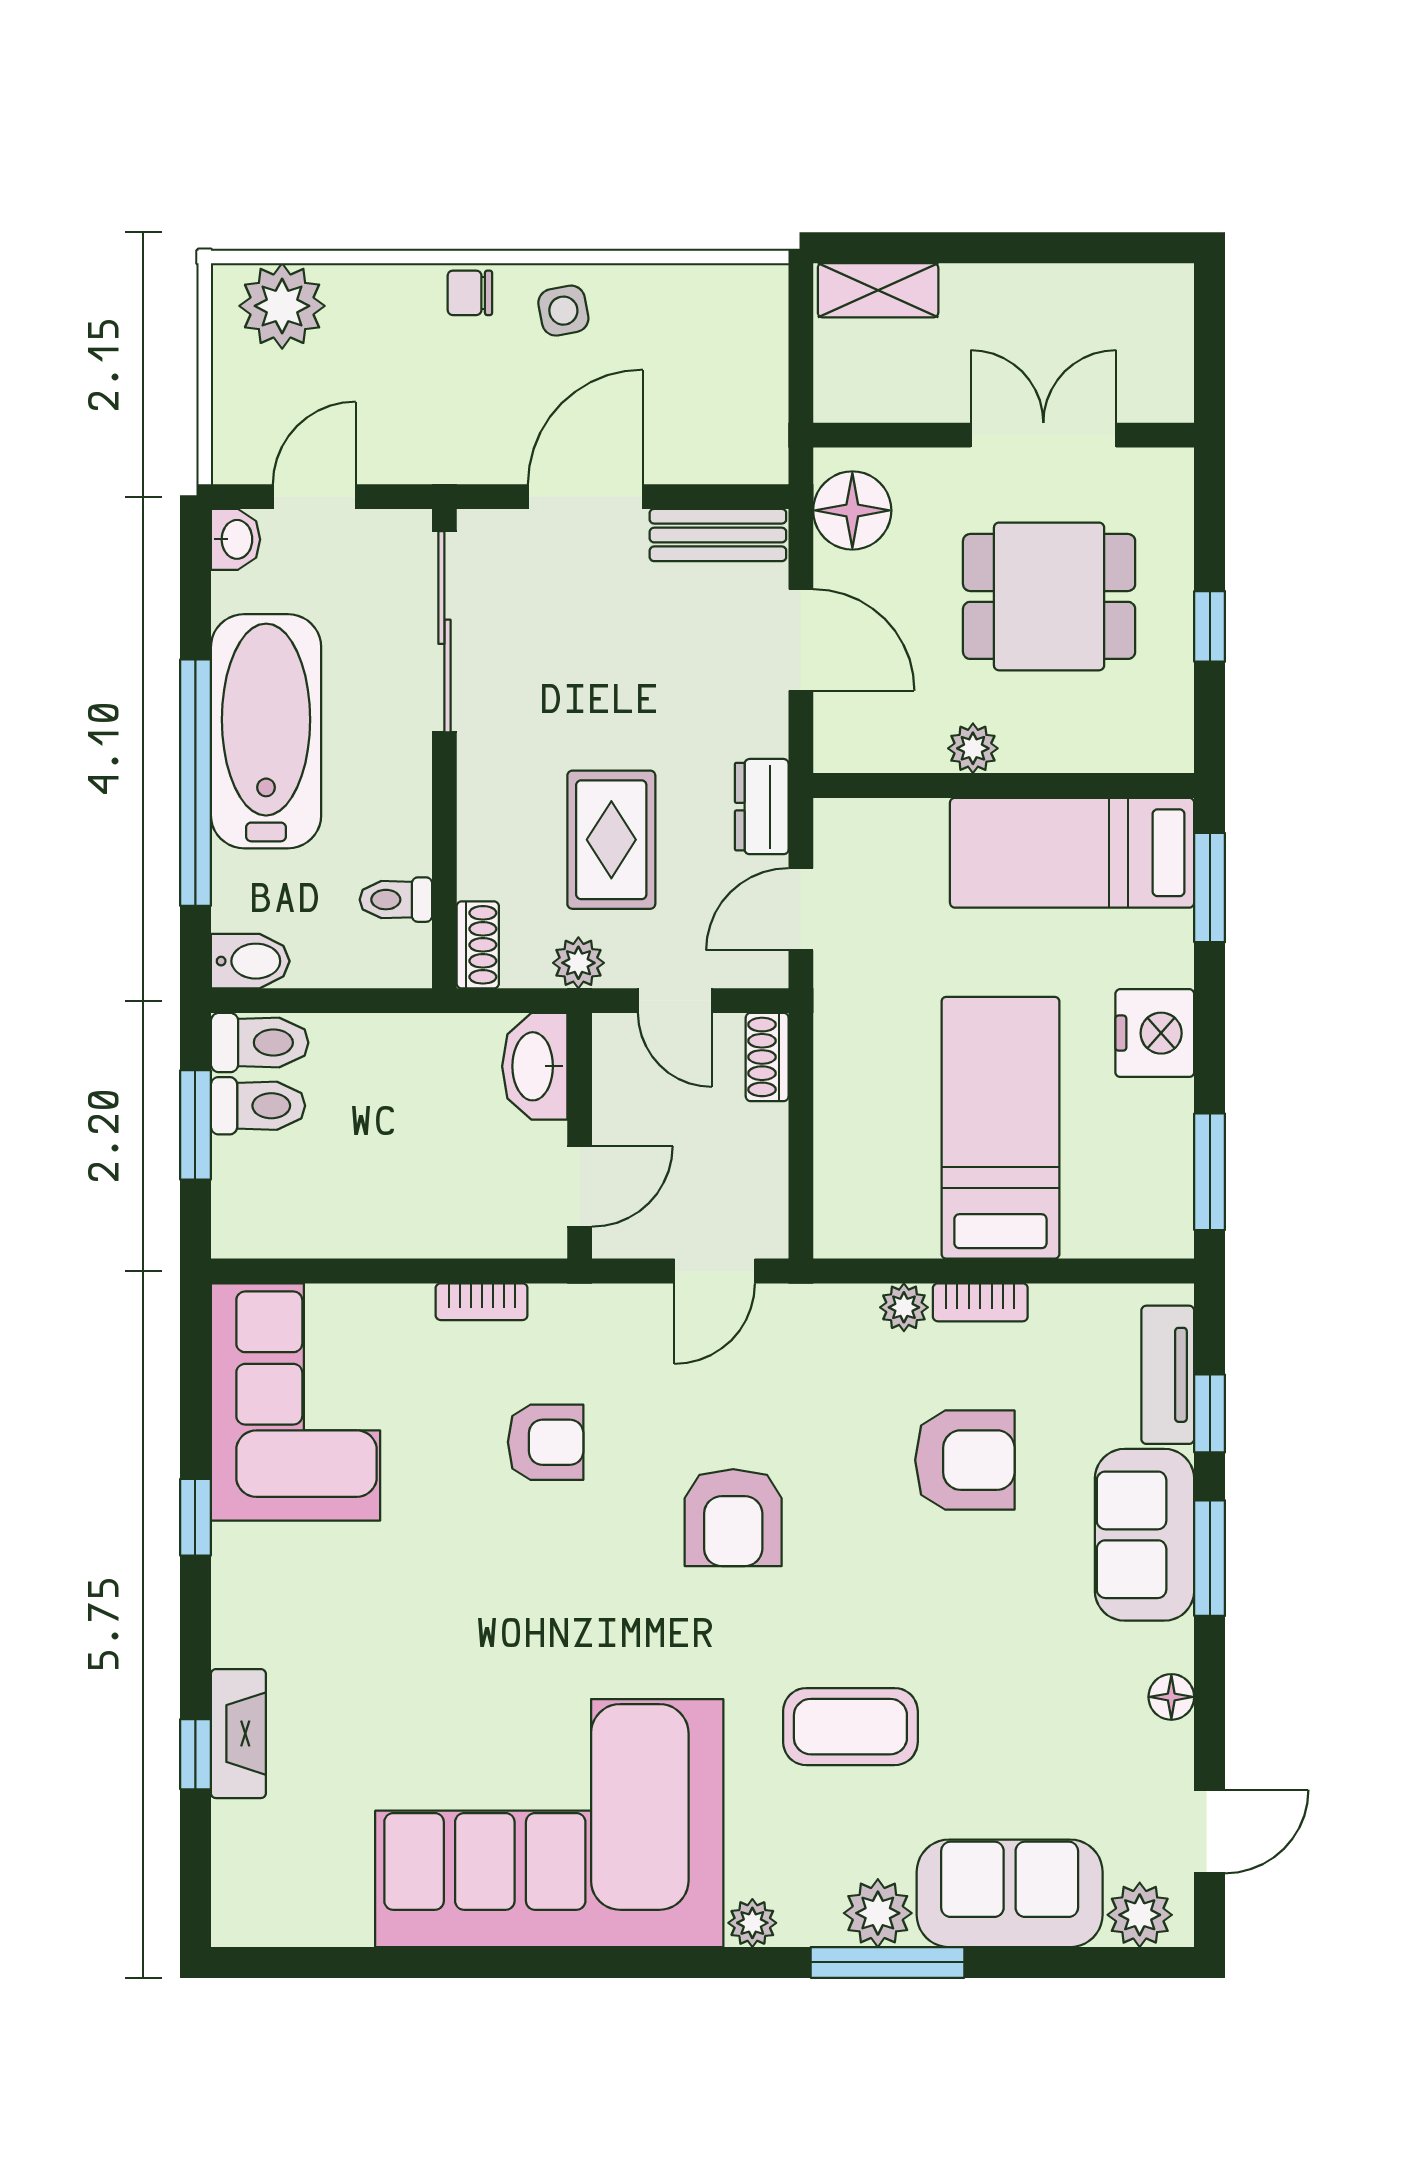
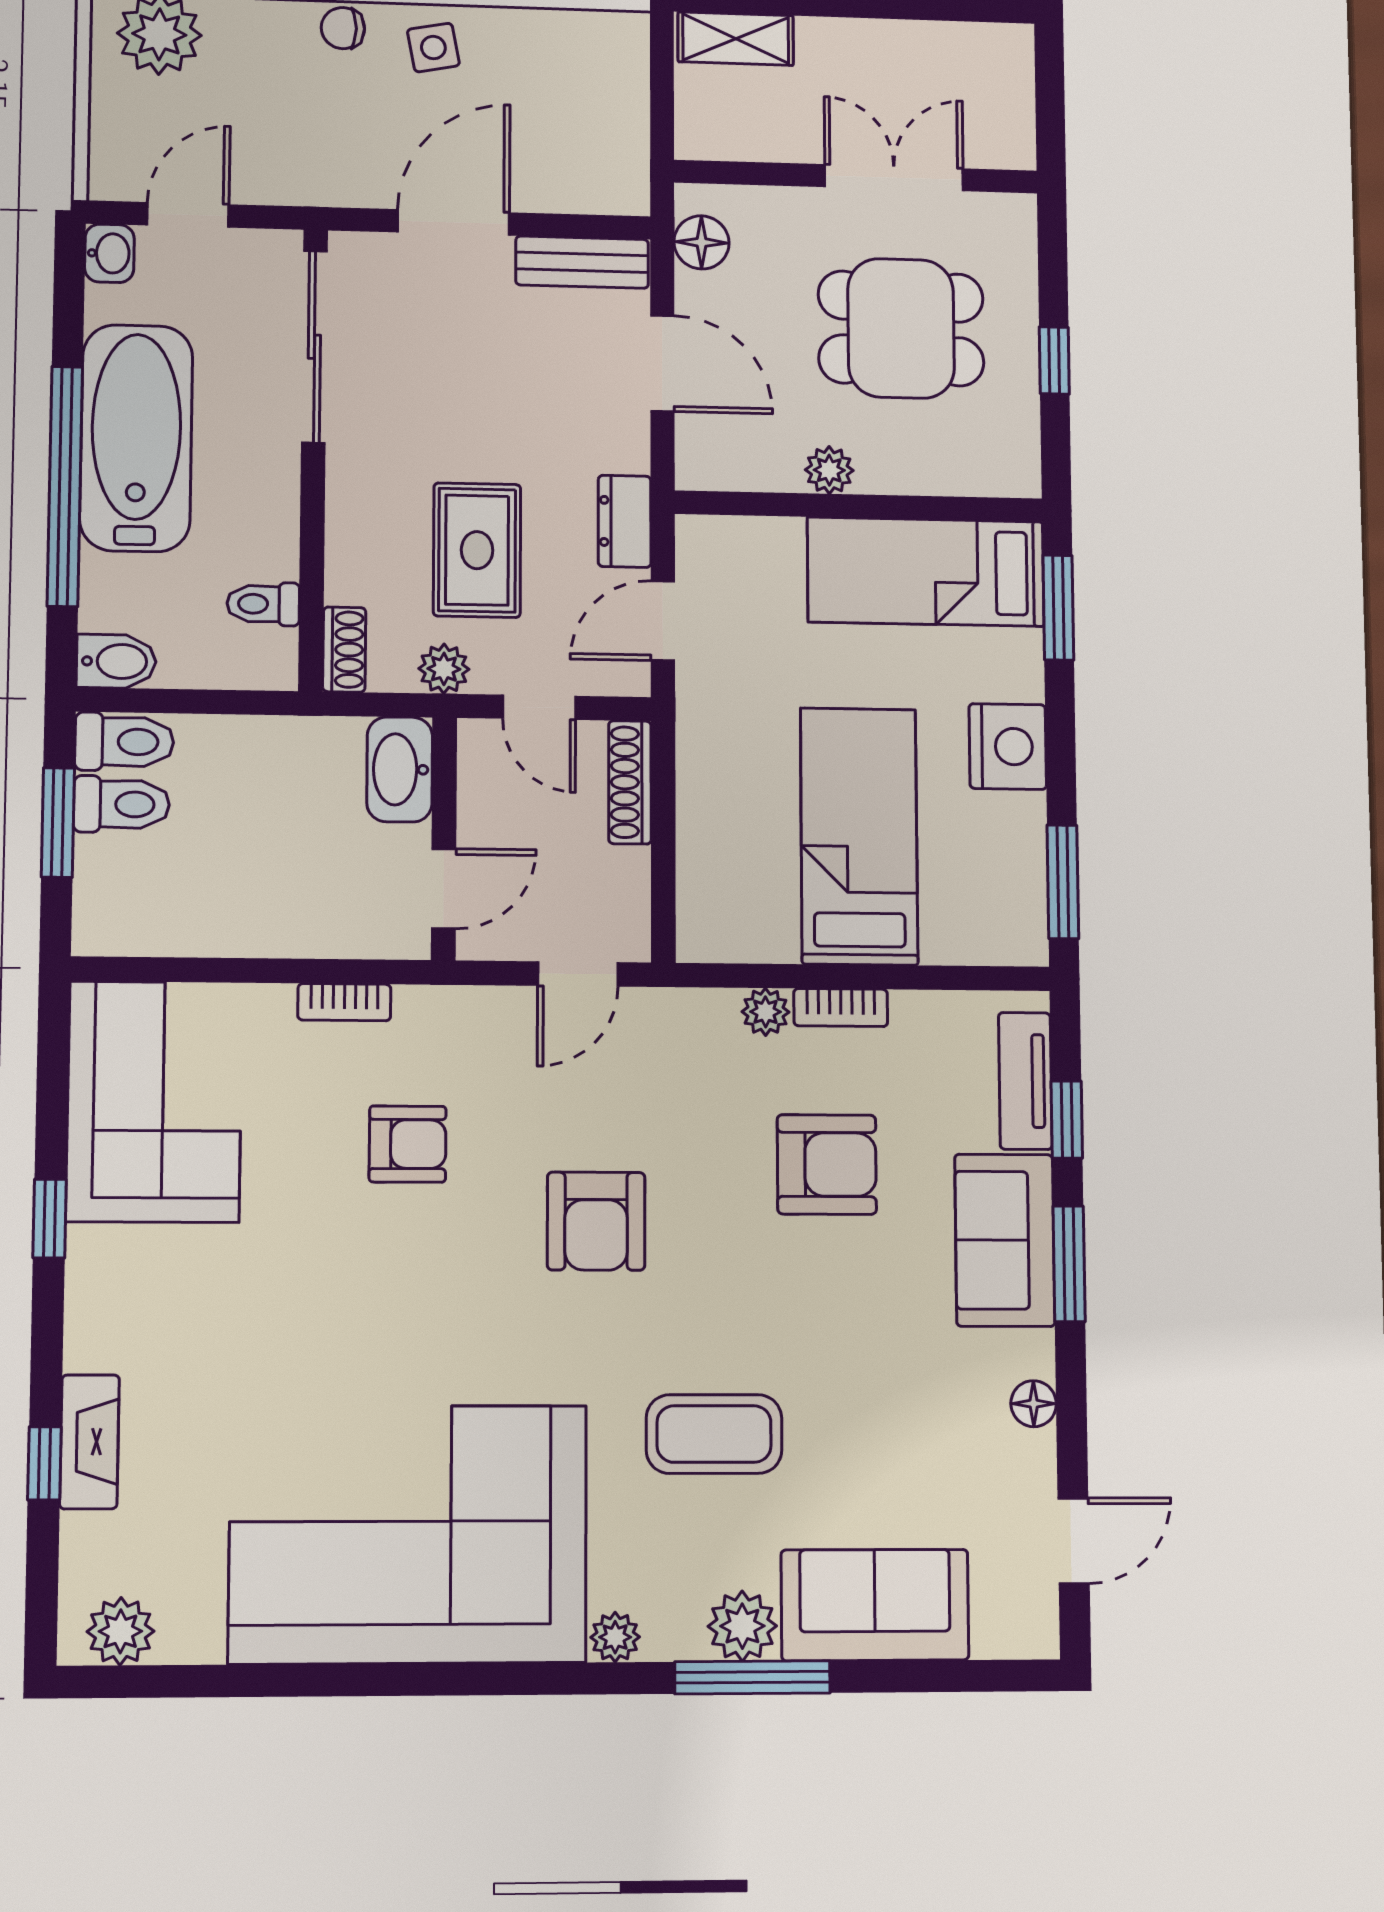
floor lamp: (852, 510) -> (702, 242), width x0.73, depth x0.73
shoe rack: (767, 1057) -> (630, 782), width x1.43
plant: (1140, 1915) -> (120, 1631), moved

